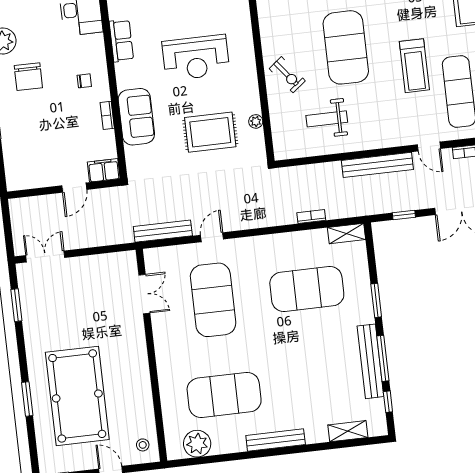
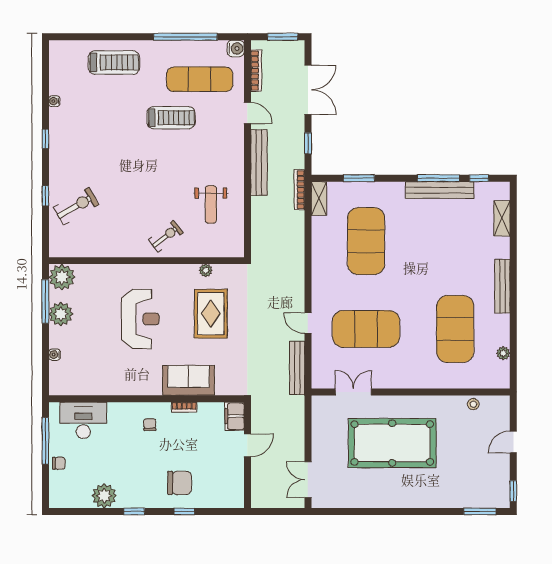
row of seats: (121, 41) -> (117, 386), removed
exercise mat: (346, 47) -> (147, 179), removed
chair: (28, 77) -> (180, 483), moved
door: (429, 147) -> (247, 113), hinge flipped
door: (74, 188) -> (247, 445), hinge flipped
bookcase: (311, 216) -> (299, 190), moved, width x1.56
window: (376, 300) -> (359, 178), moved
window: (16, 305) -> (350, 511), removed
pool table: (77, 396) -> (392, 443), moved
window: (27, 399) -> (480, 511), moved
plant: (197, 444) -> (503, 353), width x0.53, depth x0.53
stool: (143, 445) -> (473, 404), moved

